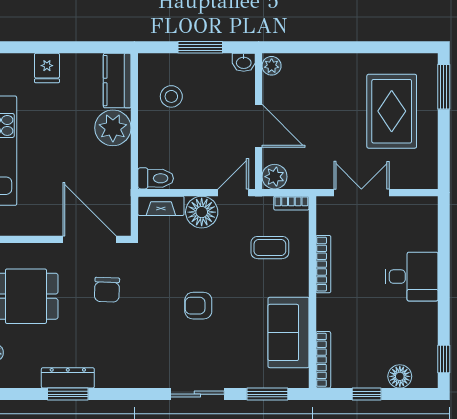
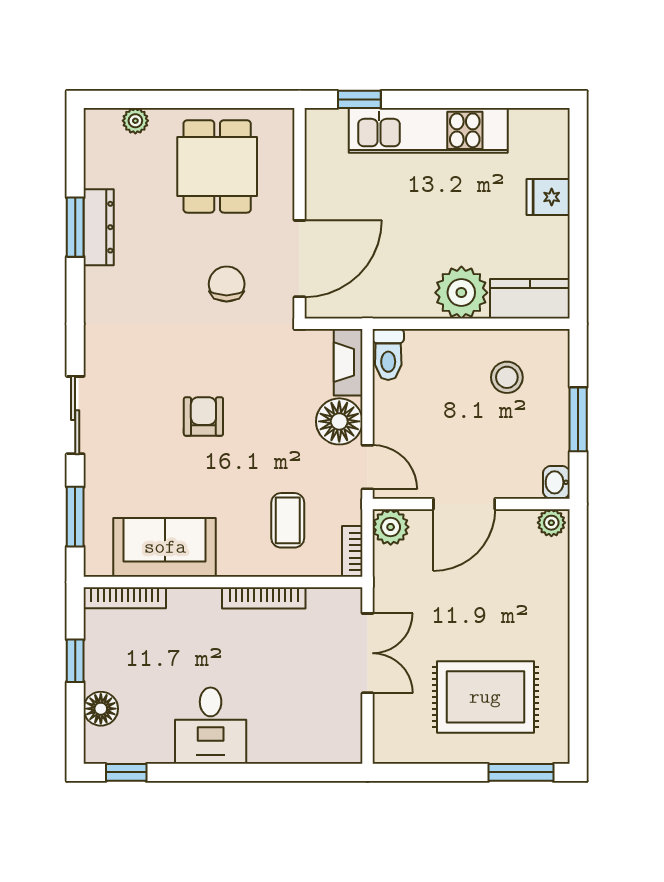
desk: (411, 277) -> (211, 726), moved
chair: (107, 290) -> (227, 284), turned 88

